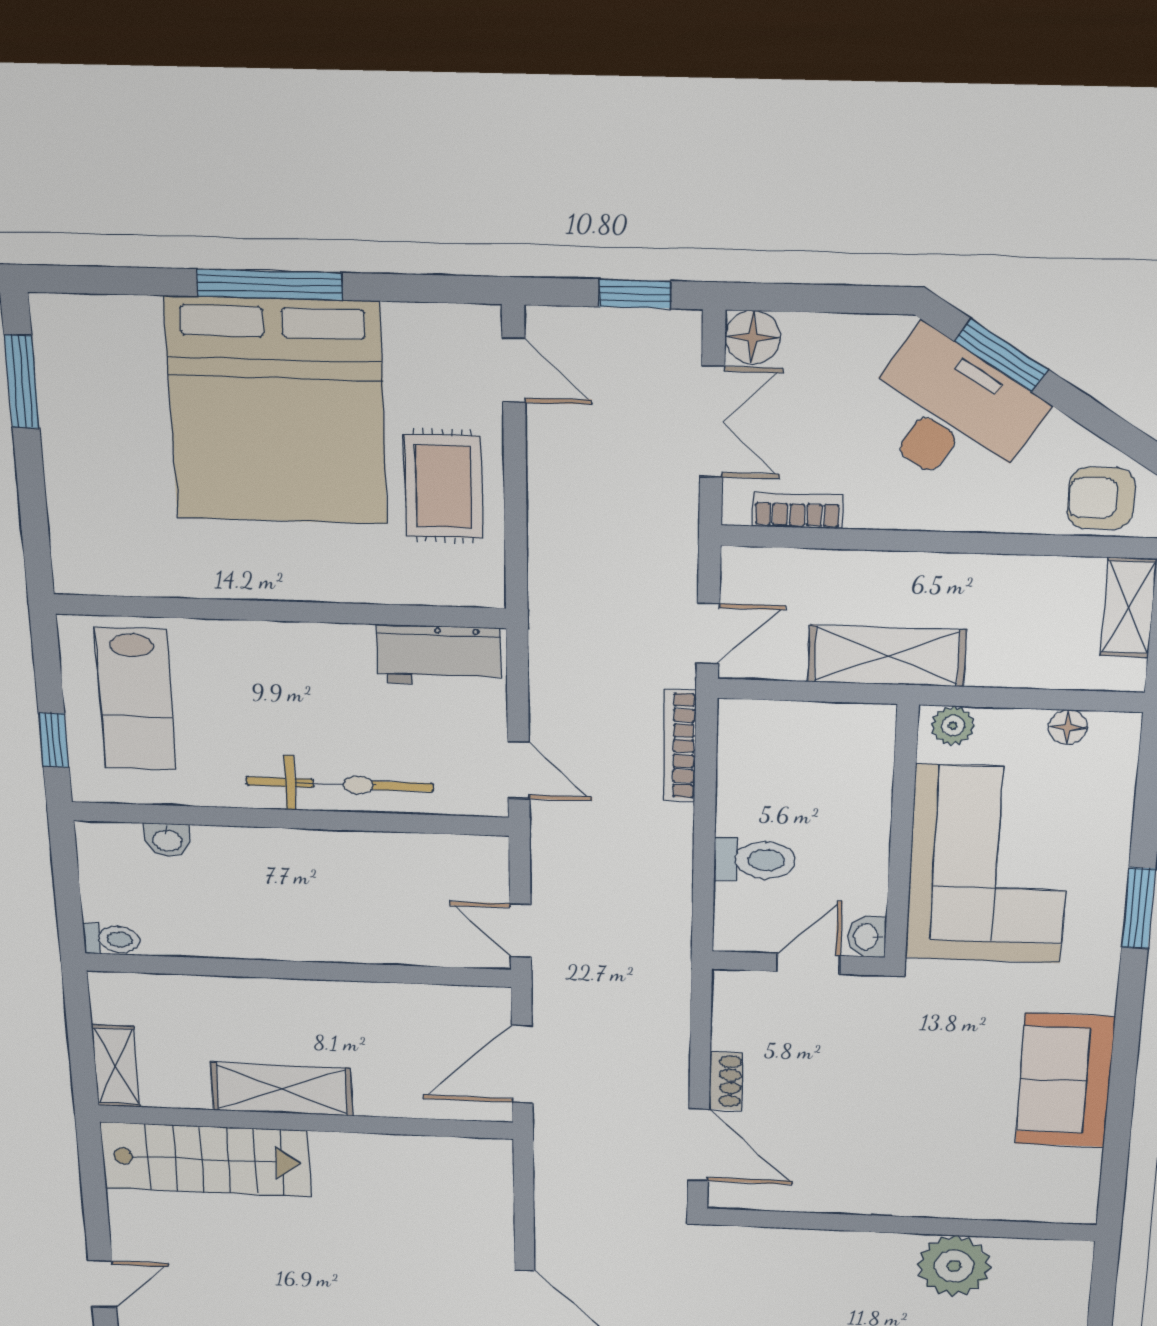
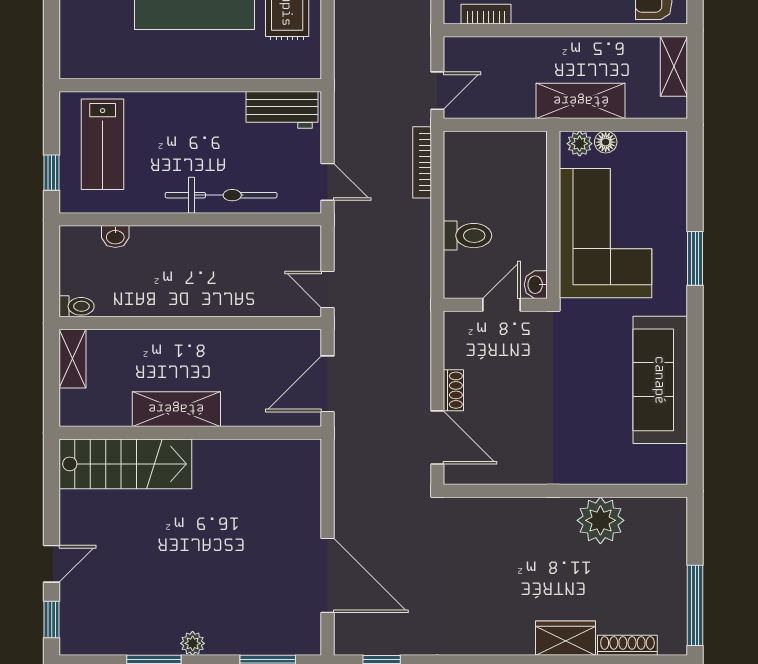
shelving: (887, 656) -> (581, 101), moved
floor lamp: (1068, 727) -> (606, 142), moved
shelving: (116, 1066) -> (72, 359), moved
sofa: (1065, 1080) -> (660, 380), width x1.36

